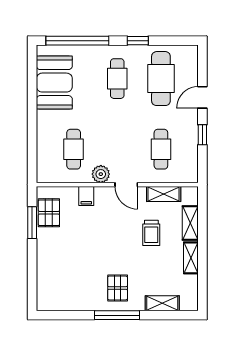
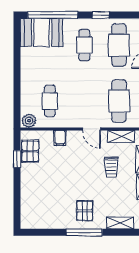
booth: (54, 83) -> (42, 32), moved, turned 90
cafe table: (161, 149) -> (119, 101), width x1.37, depth x1.35
plant: (101, 174) -> (29, 121), moved
window: (32, 223) -> (17, 159), width x0.67

